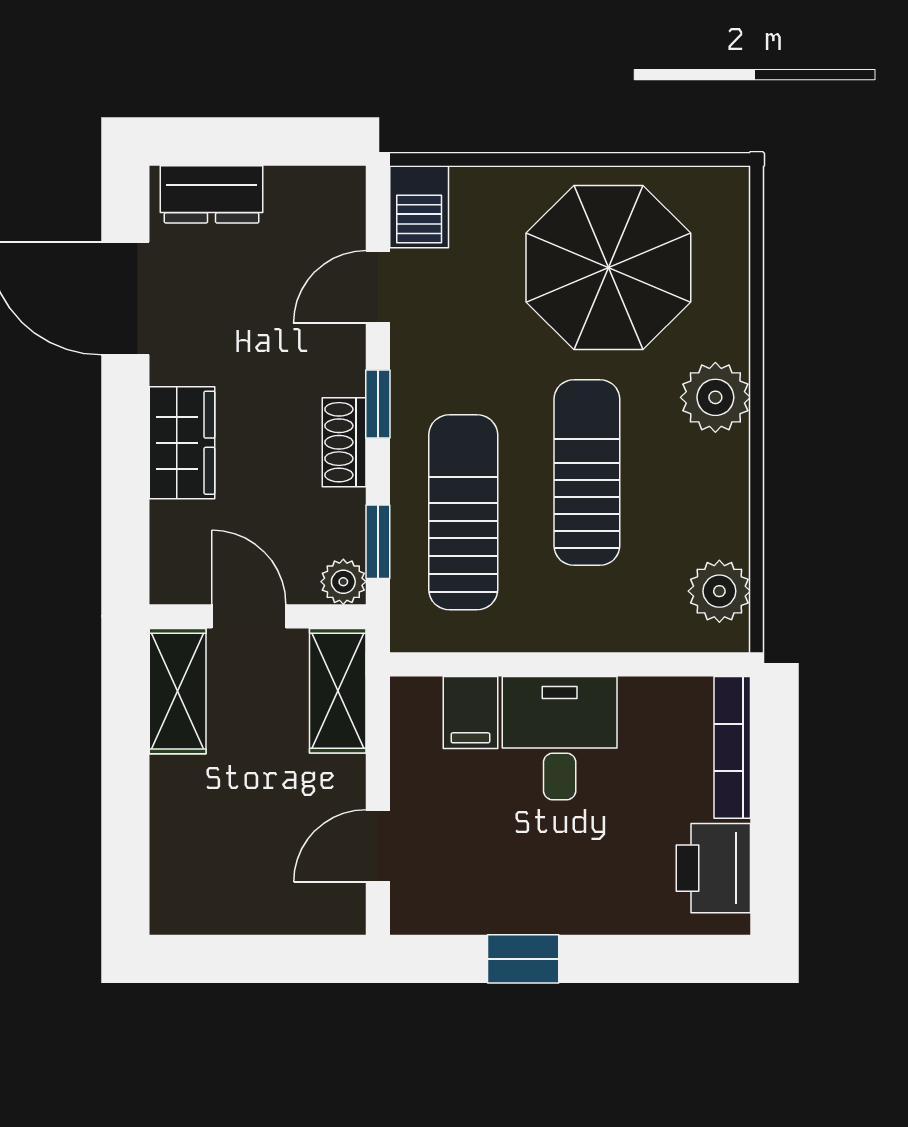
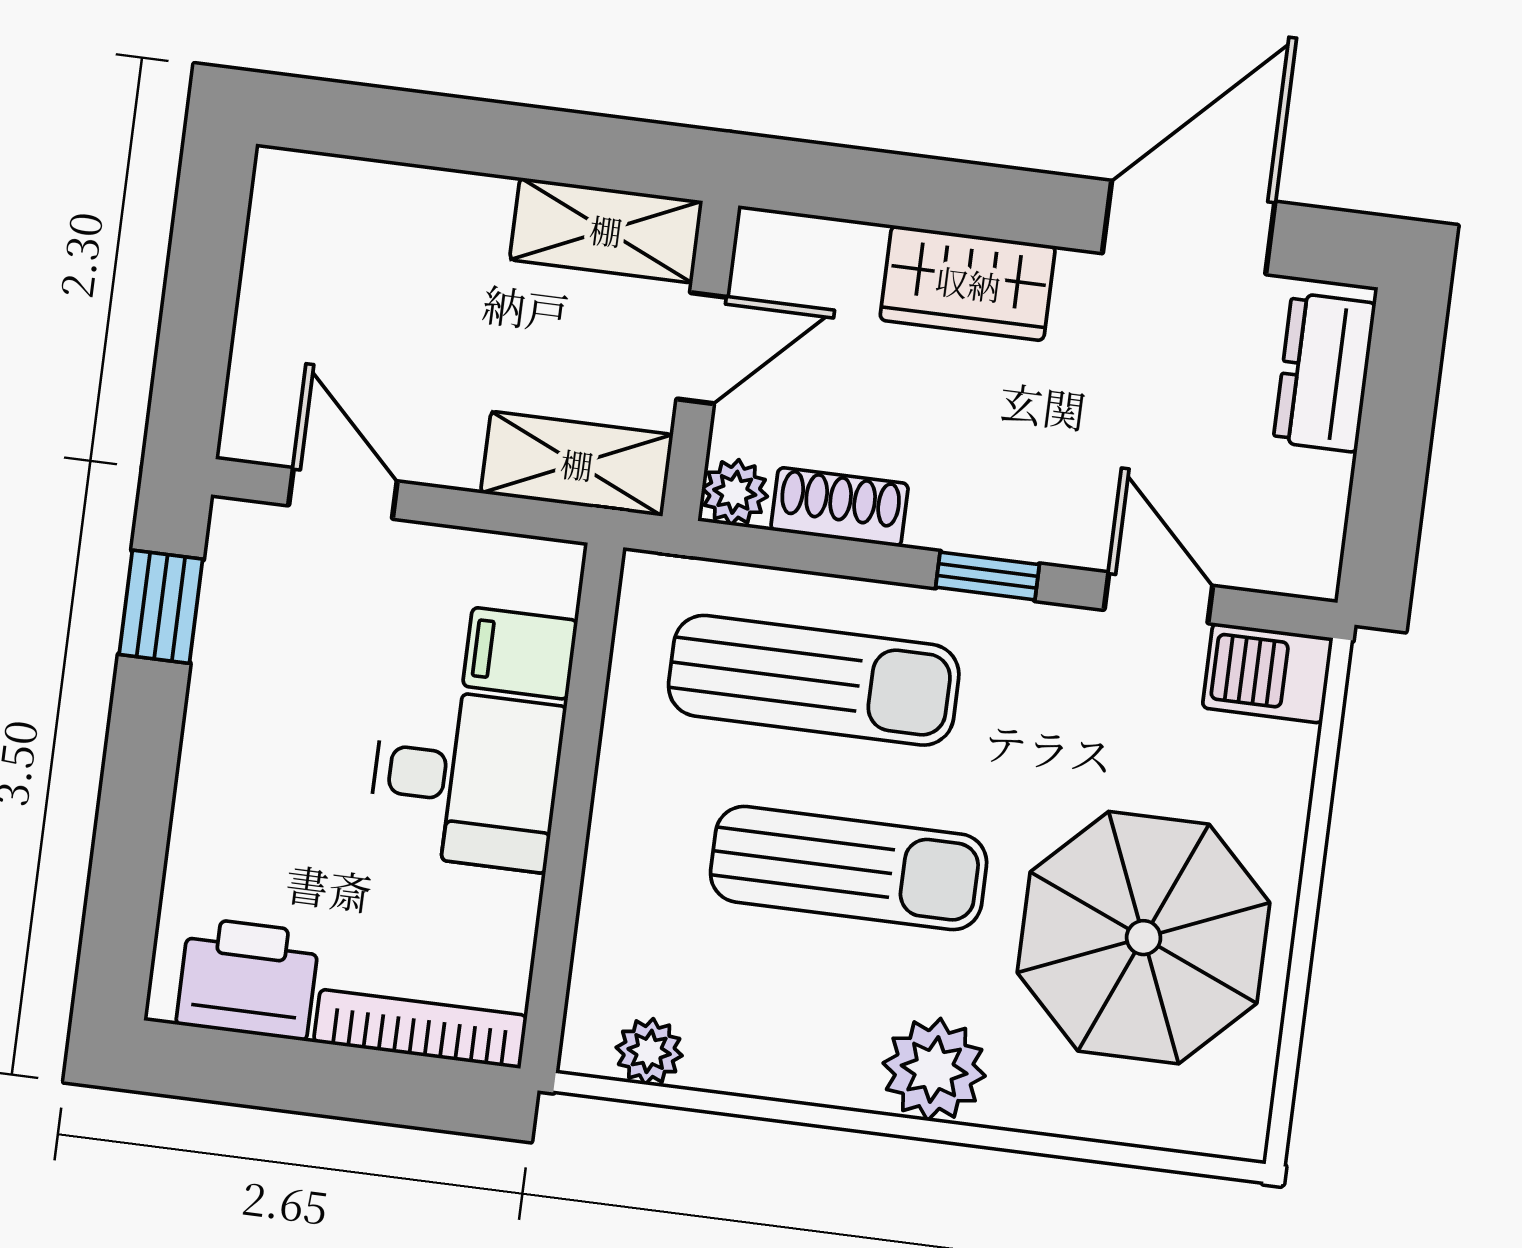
shoe rack: (344, 442) -> (840, 507), moved
window: (378, 542) -> (787, 550), removed
plant: (719, 591) -> (649, 1051), width x0.73, depth x0.73
window: (523, 959) -> (161, 607), moved

